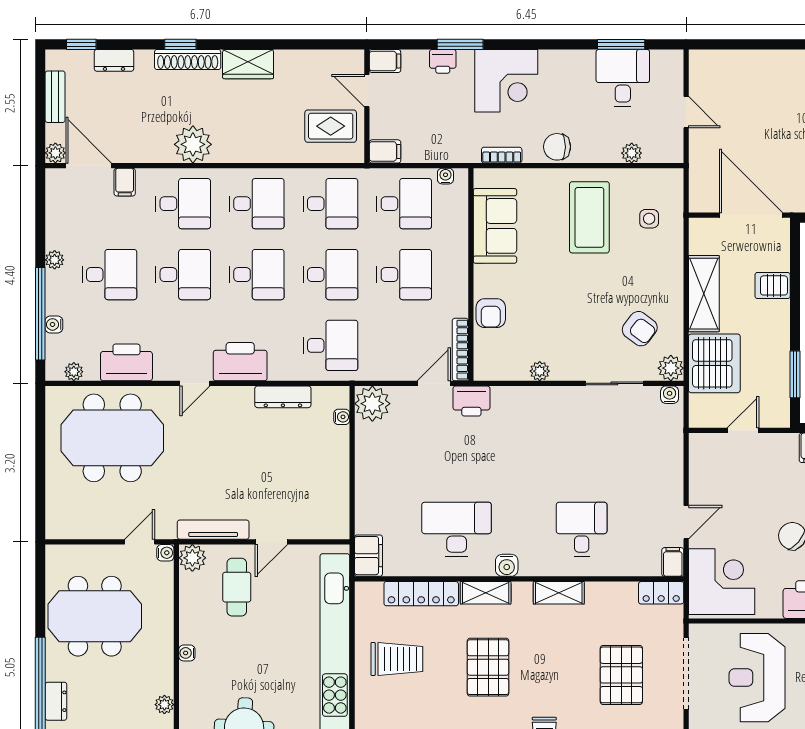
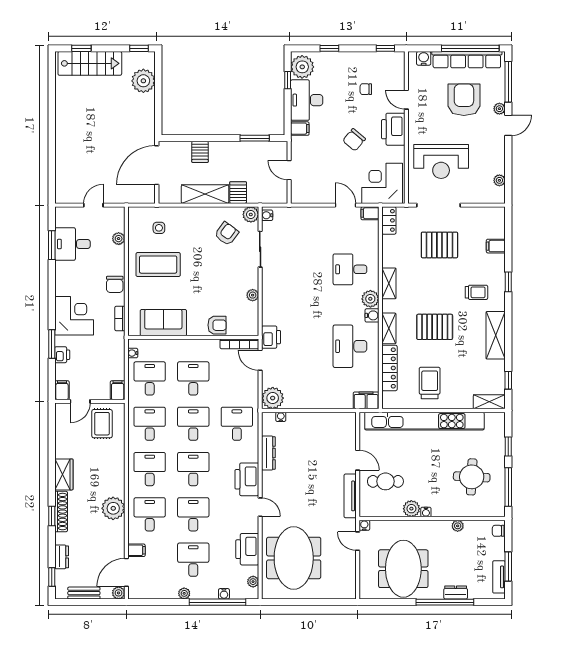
server rack: (714, 363) -> (238, 193), width x0.46, depth x0.70
plant: (192, 558) -> (411, 509), moved
plant: (534, 562) -> (370, 299), added

